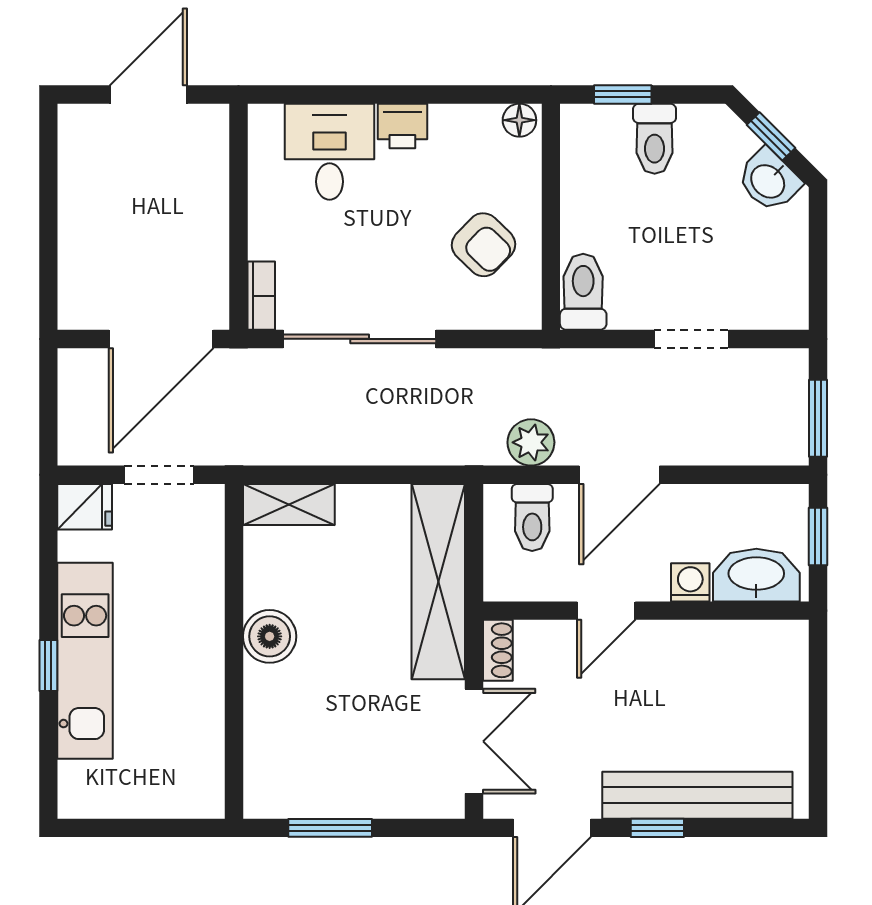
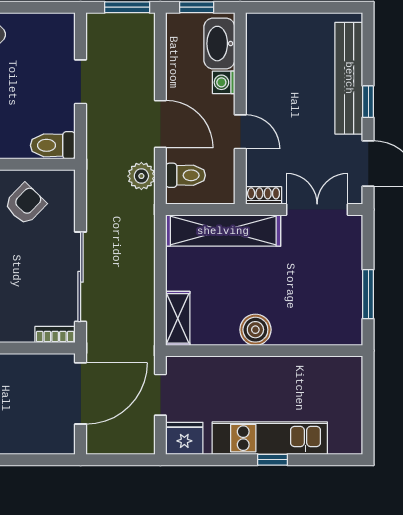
door: (161, 339) -> (81, 393), hinge flipped
fridge: (85, 507) -> (184, 438), width x1.38

